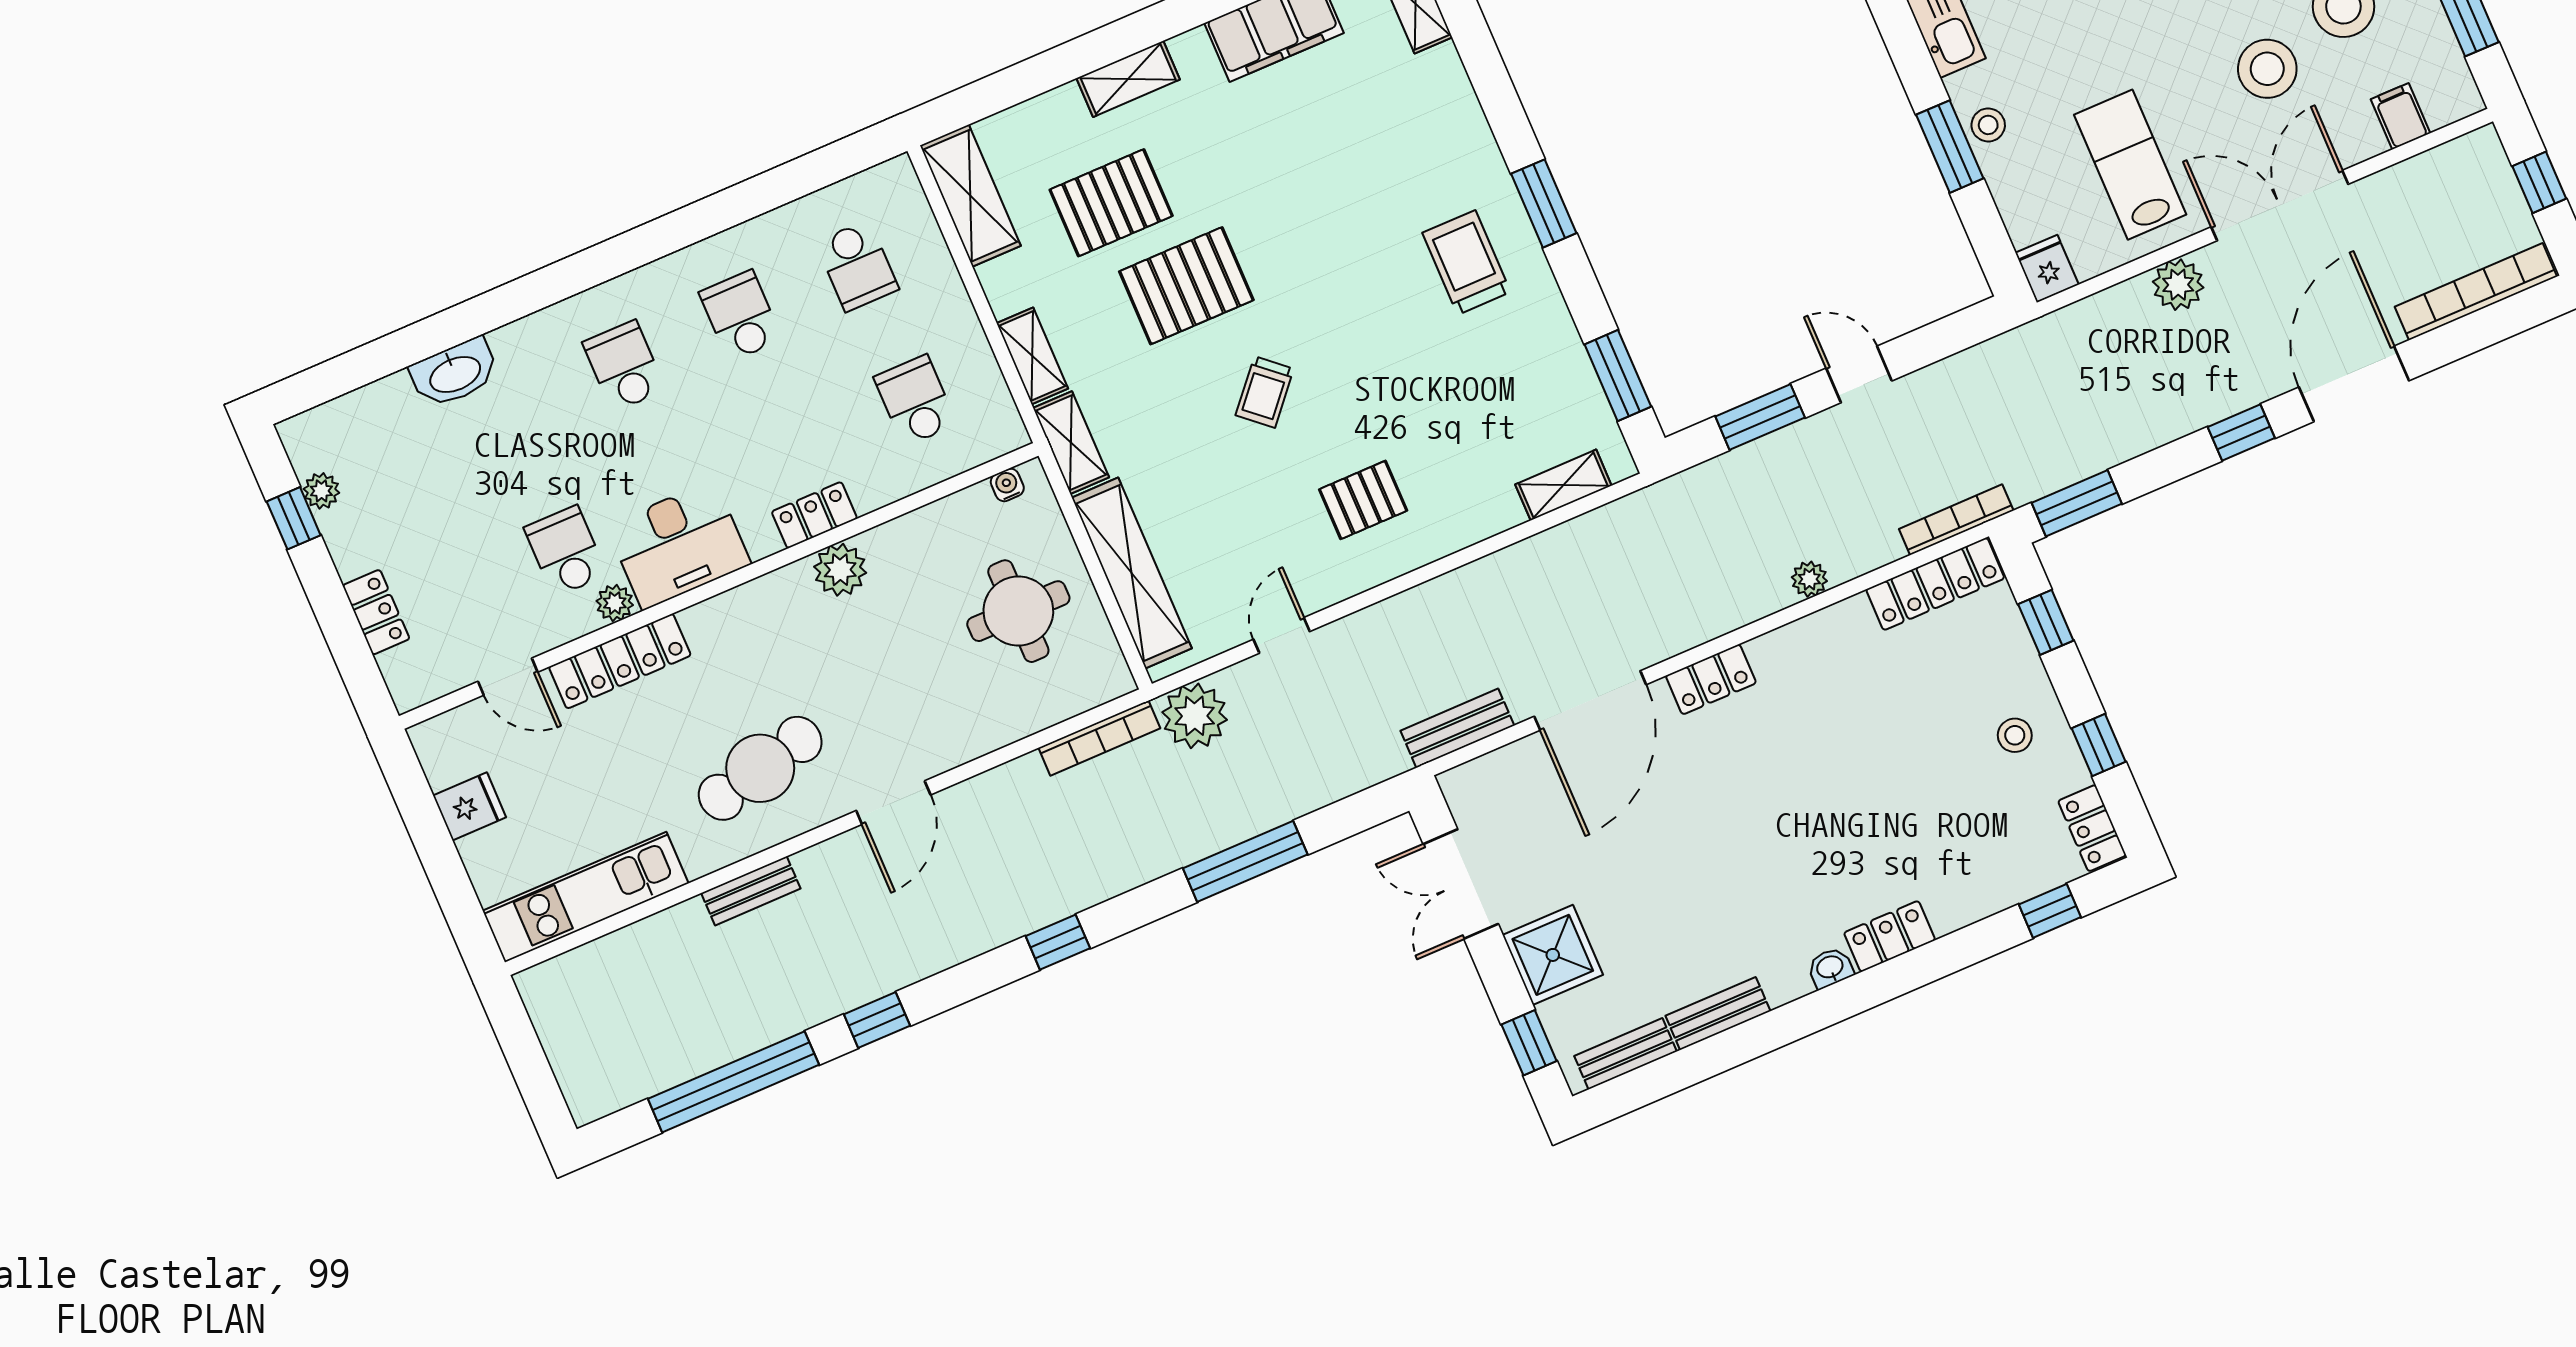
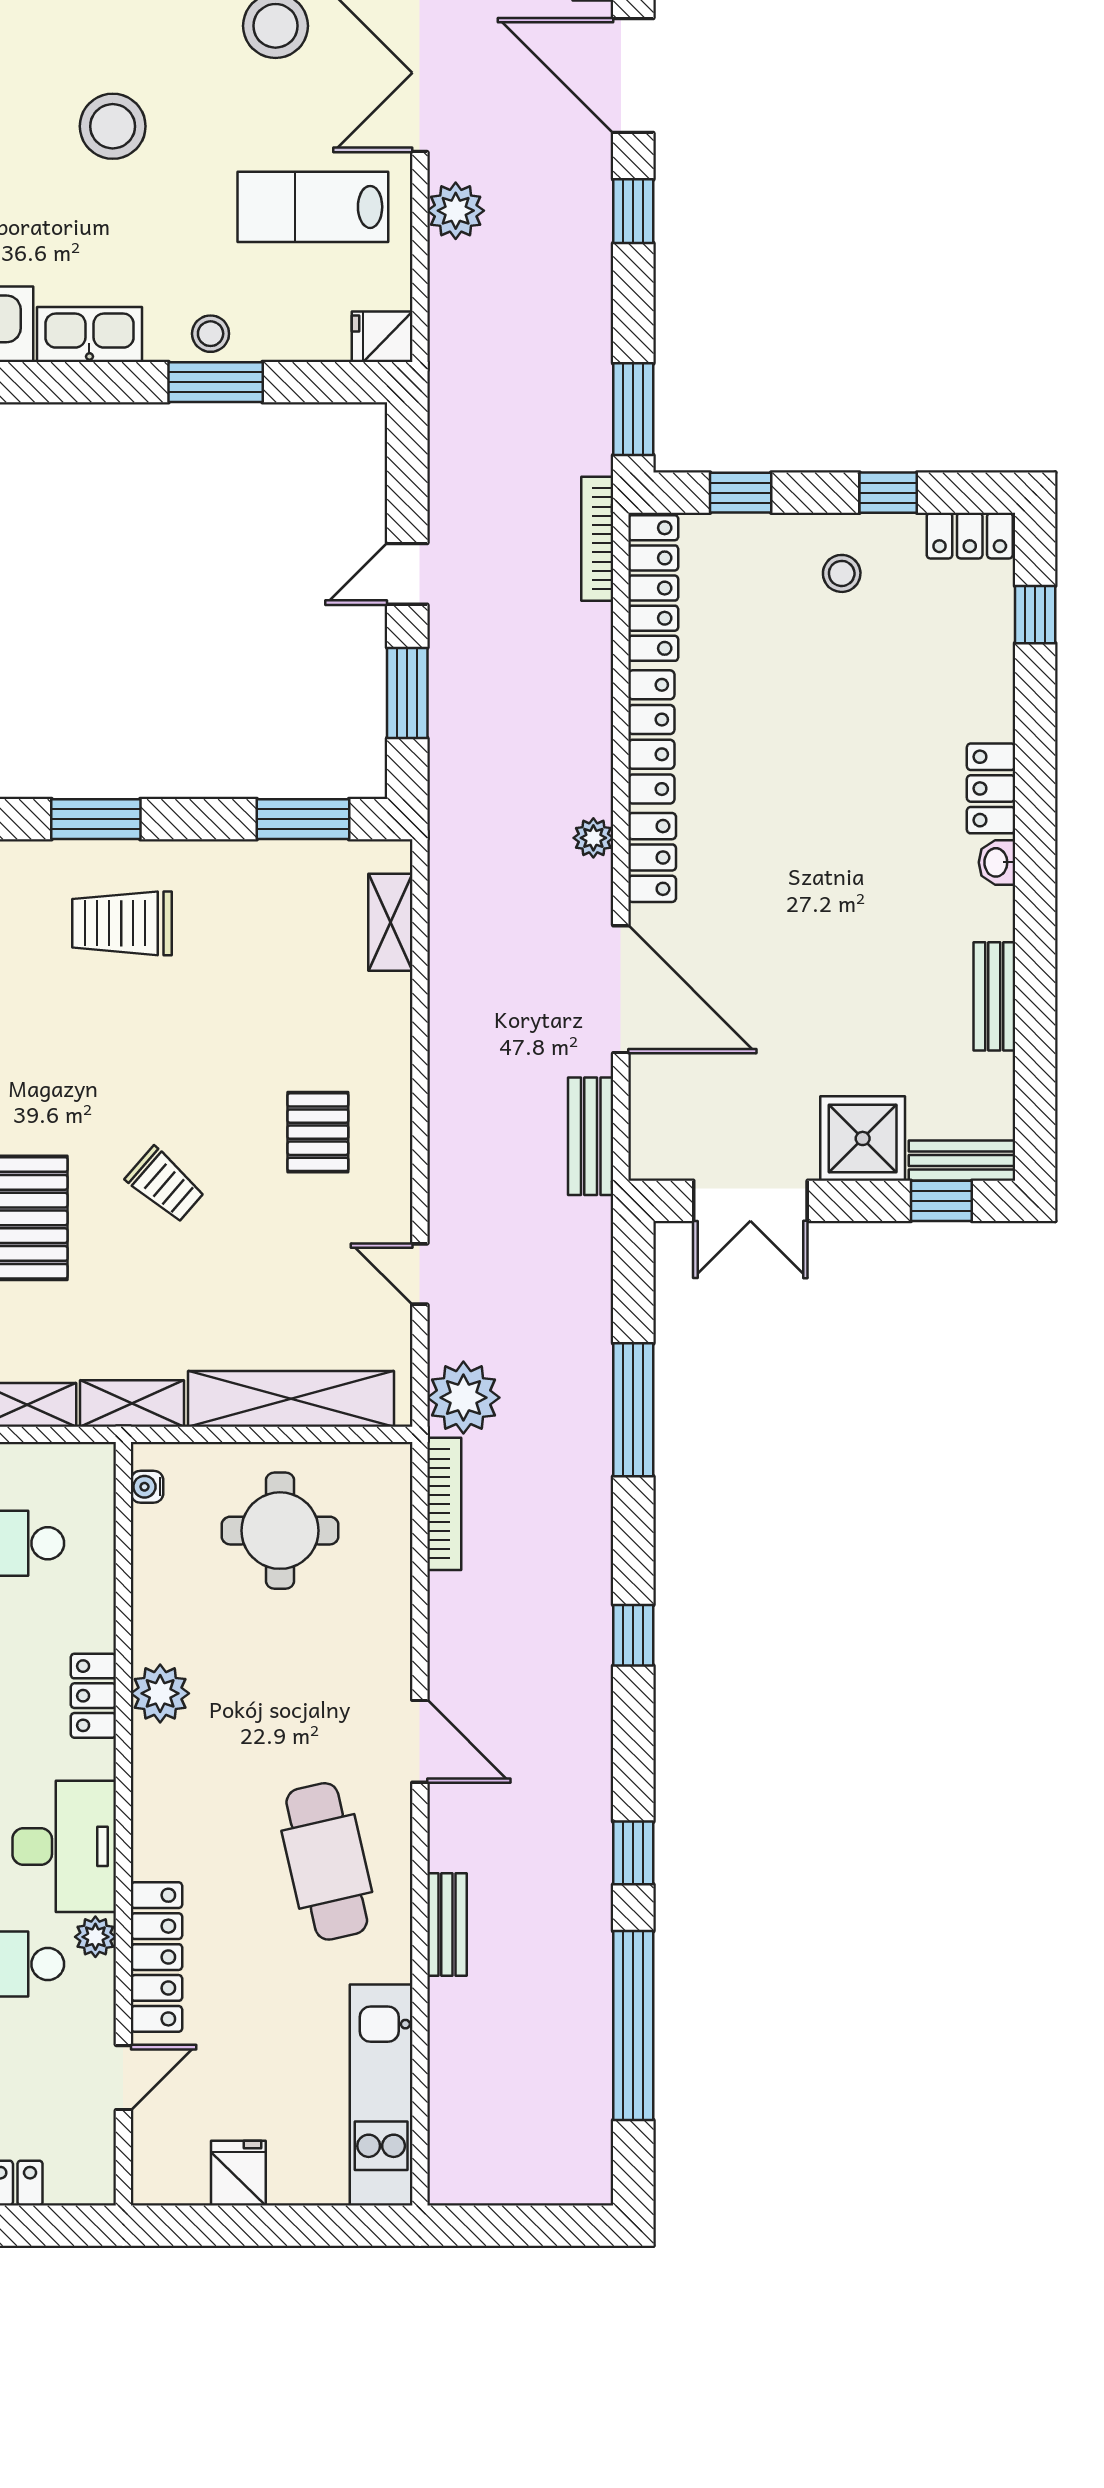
plant: (1809, 579) -> (593, 838), moved
locker: (1811, 636) -> (651, 737), added
bench: (1626, 1054) -> (962, 1161), moved, turned 90

